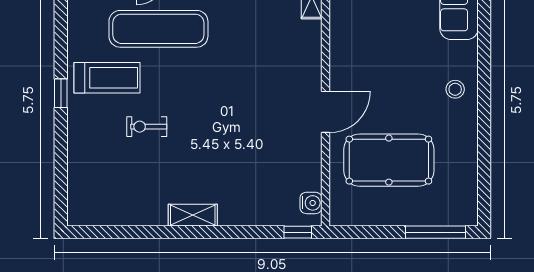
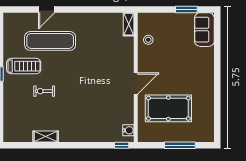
stool: (455, 89) -> (148, 40), moved
shelving: (193, 215) -> (46, 137), moved
window: (435, 232) -> (180, 145), moved

